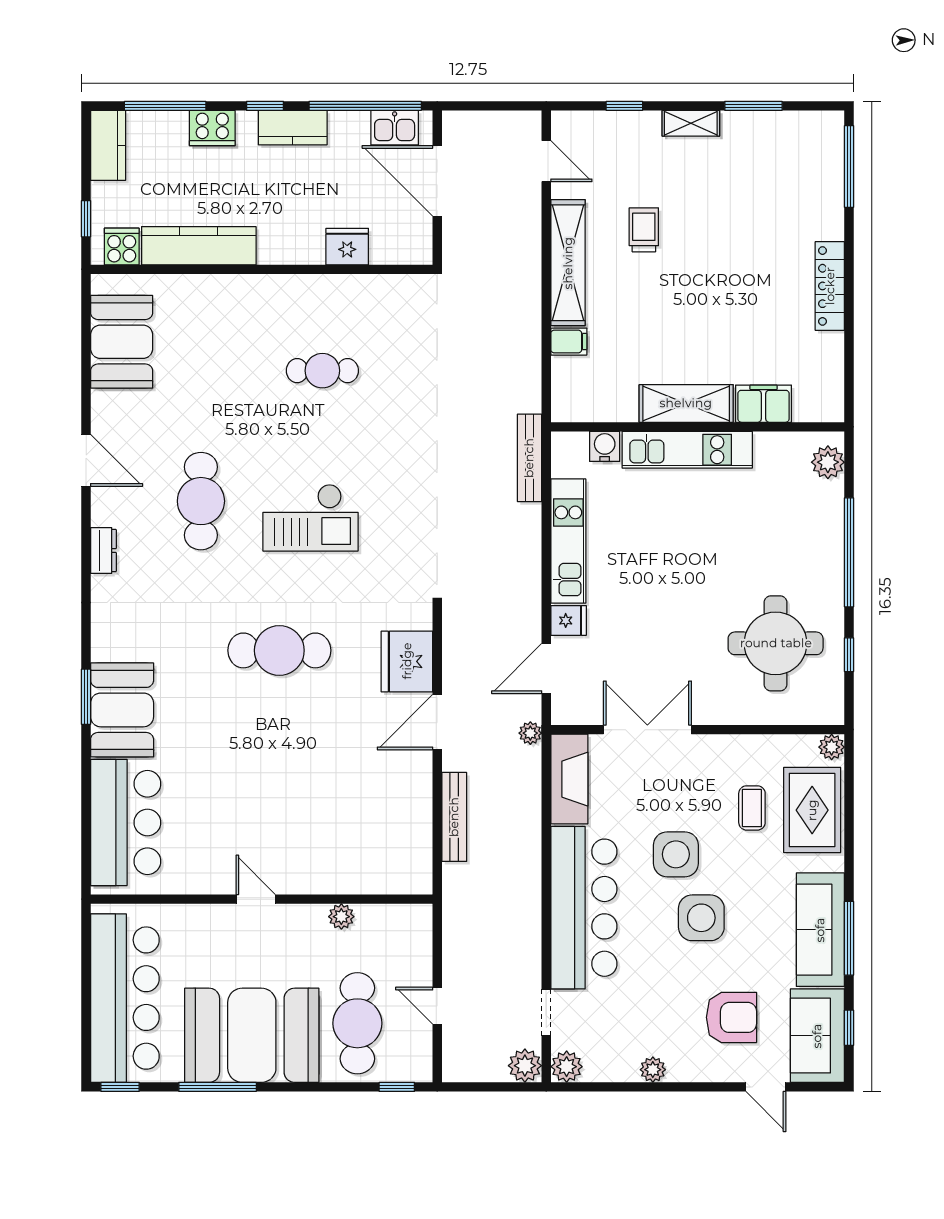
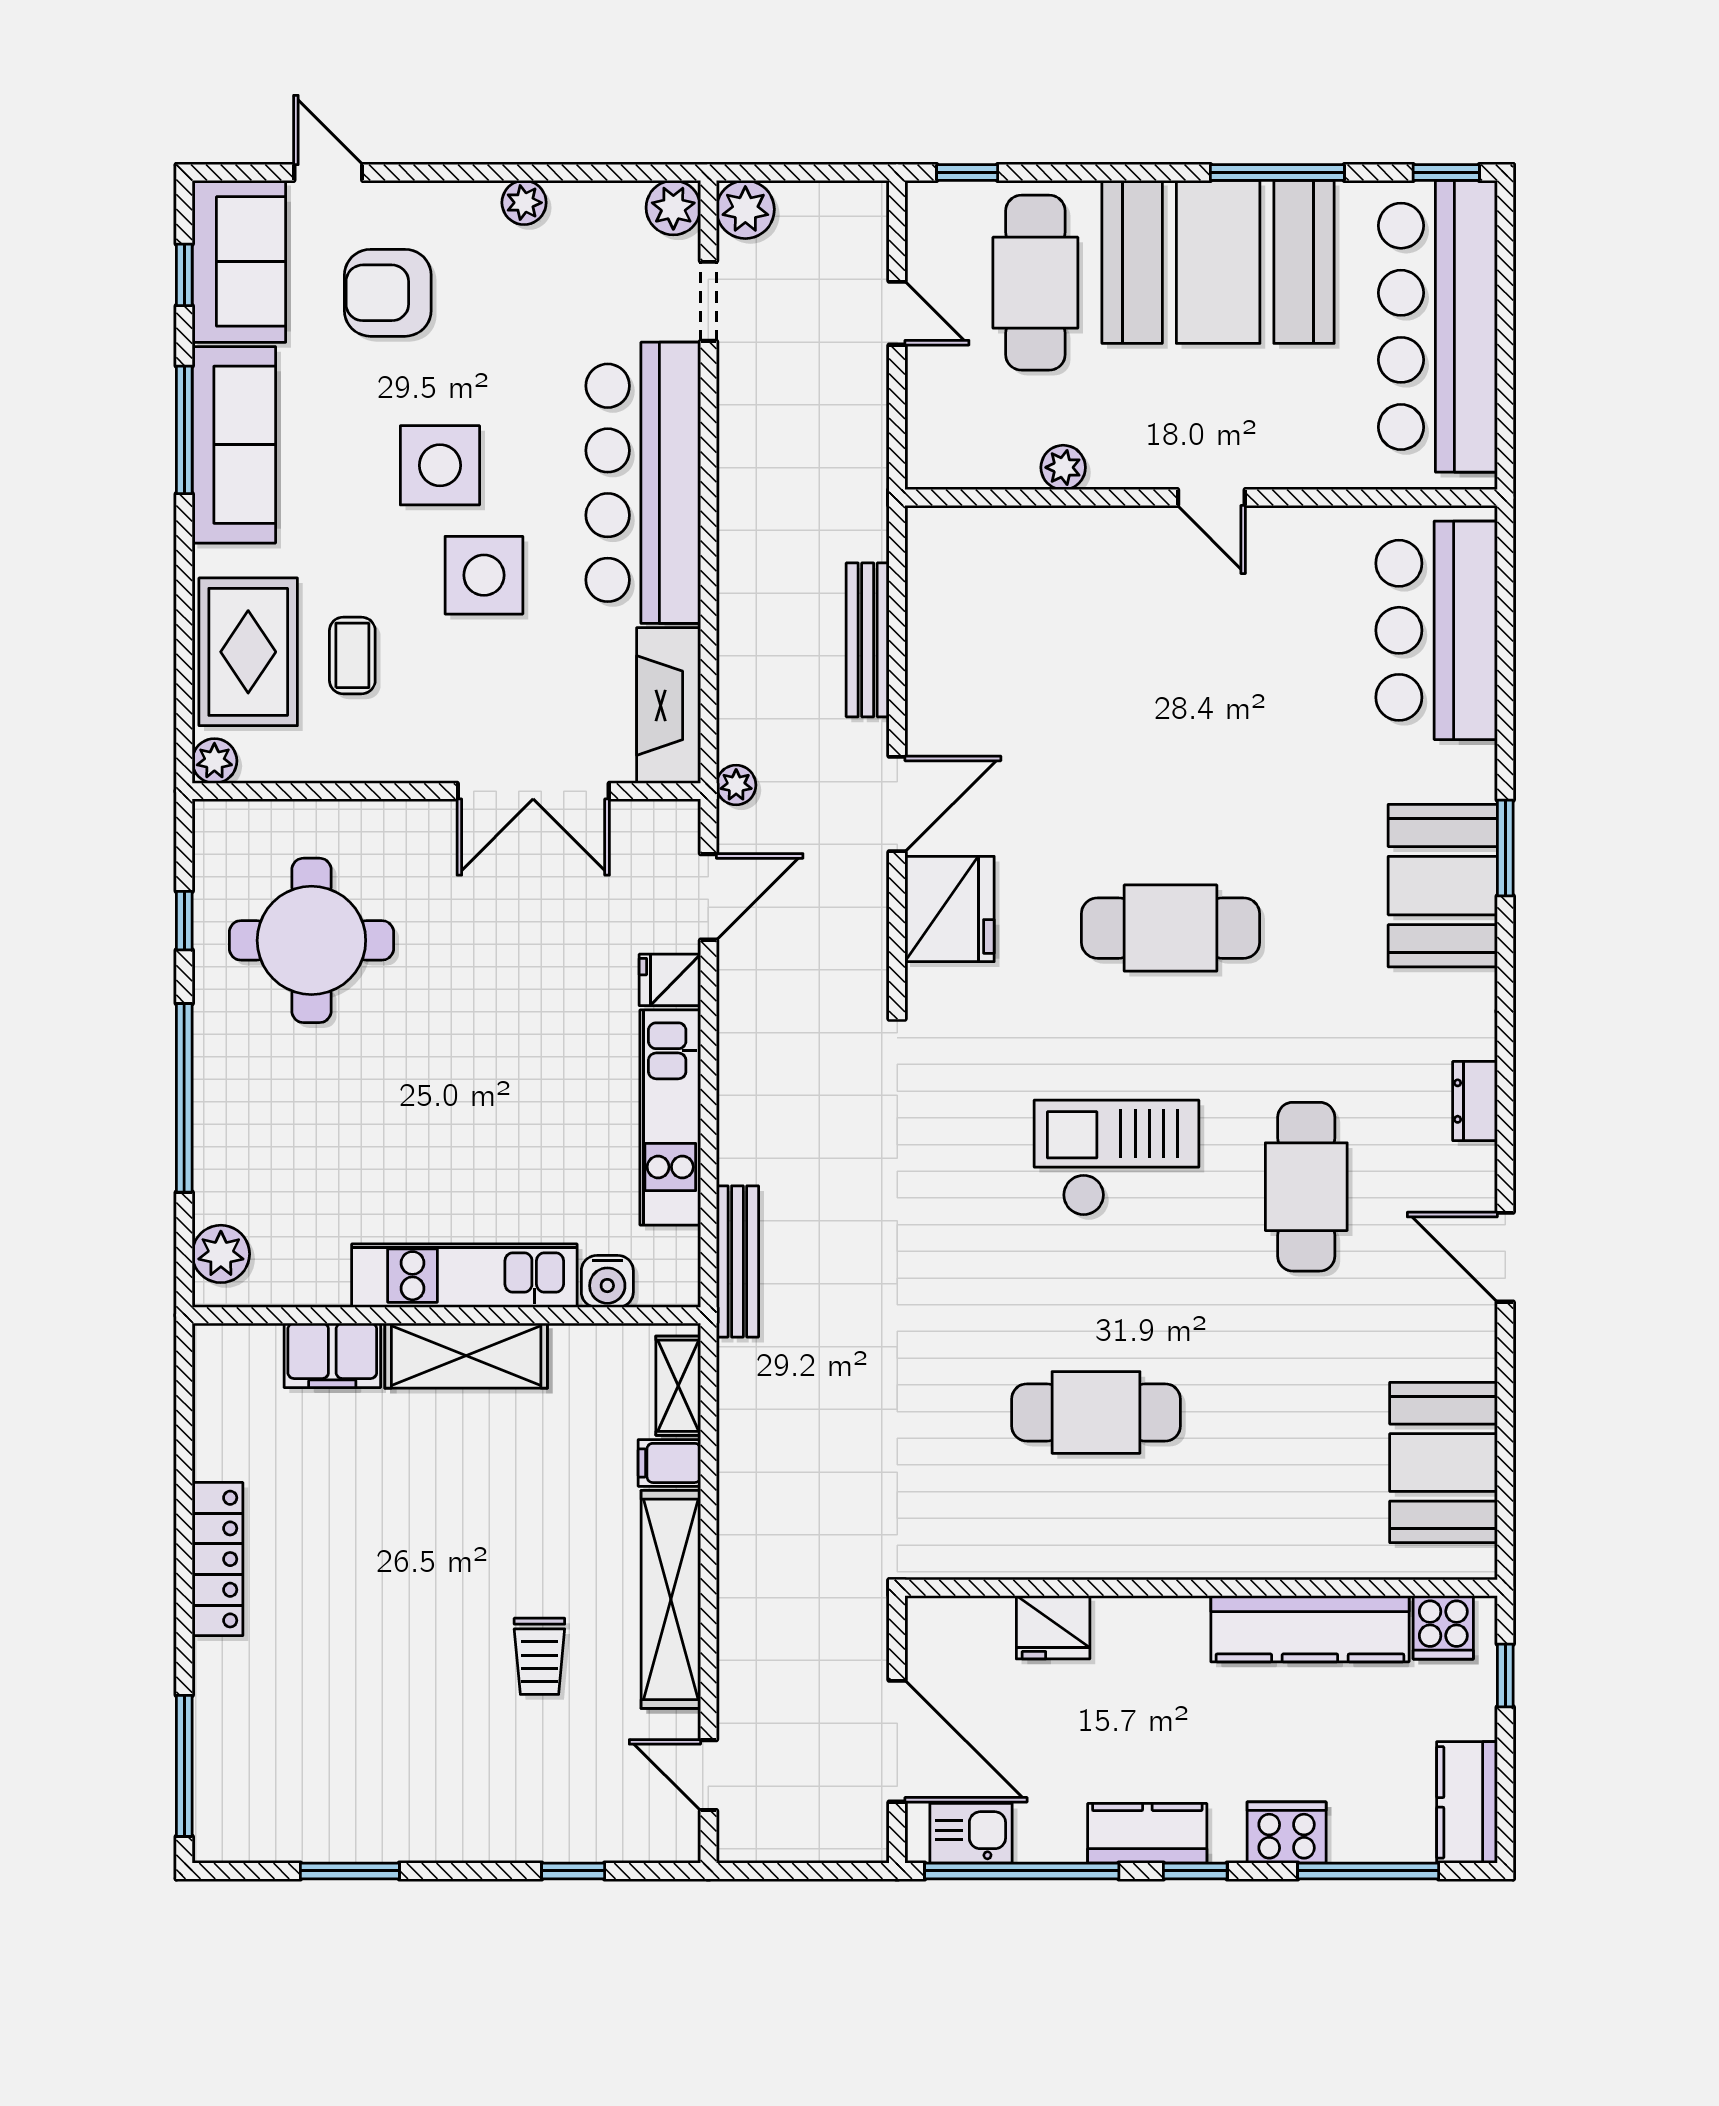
shelving: (691, 123) -> (678, 1386), moved, turned 90
cafe table: (322, 371) -> (1096, 1412), width x1.37, depth x1.35
booth: (122, 710) -> (1443, 886), moved

